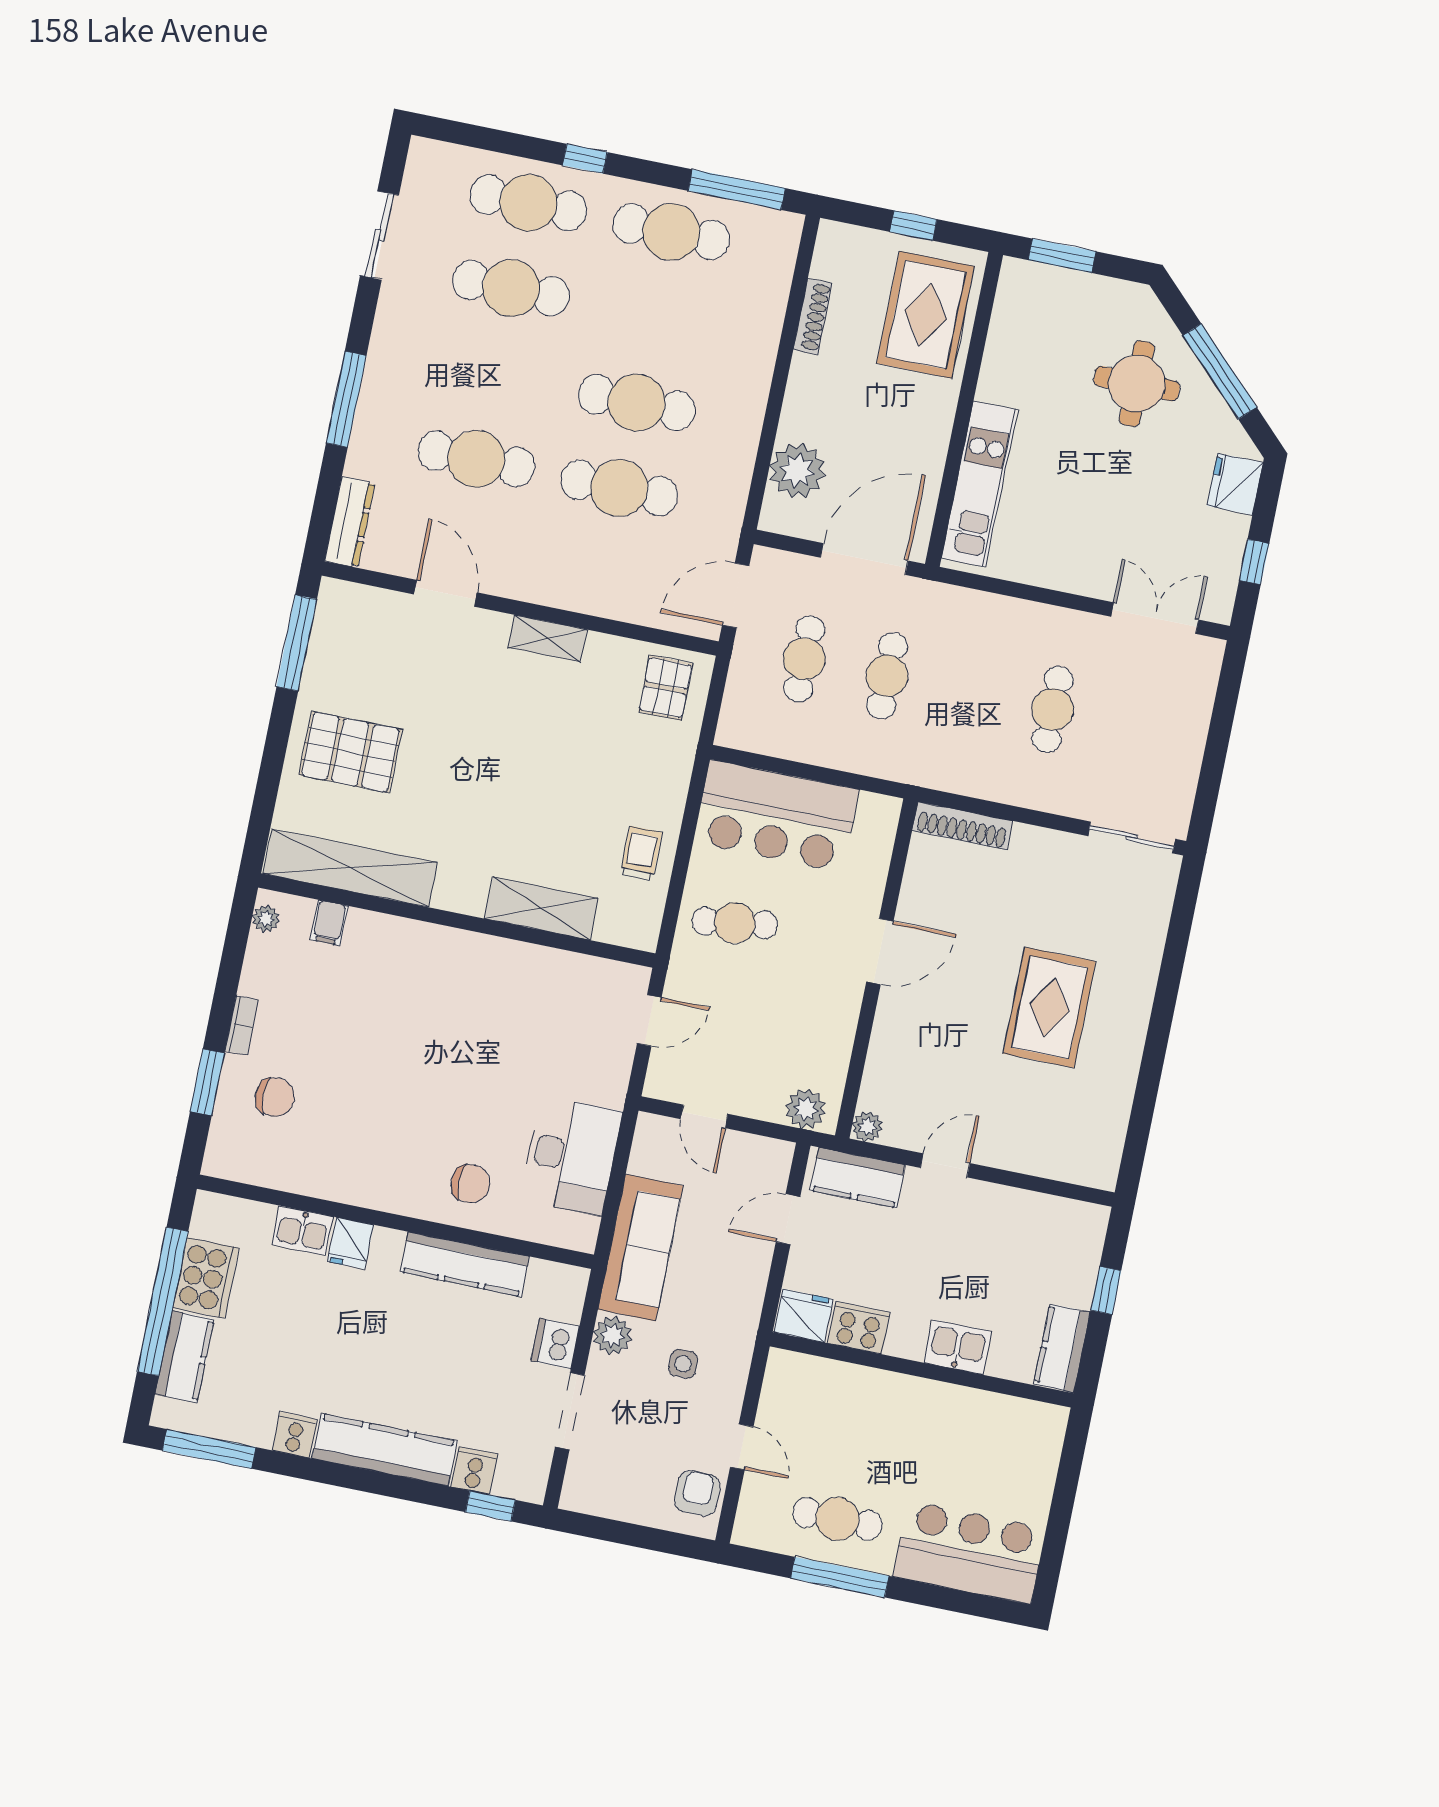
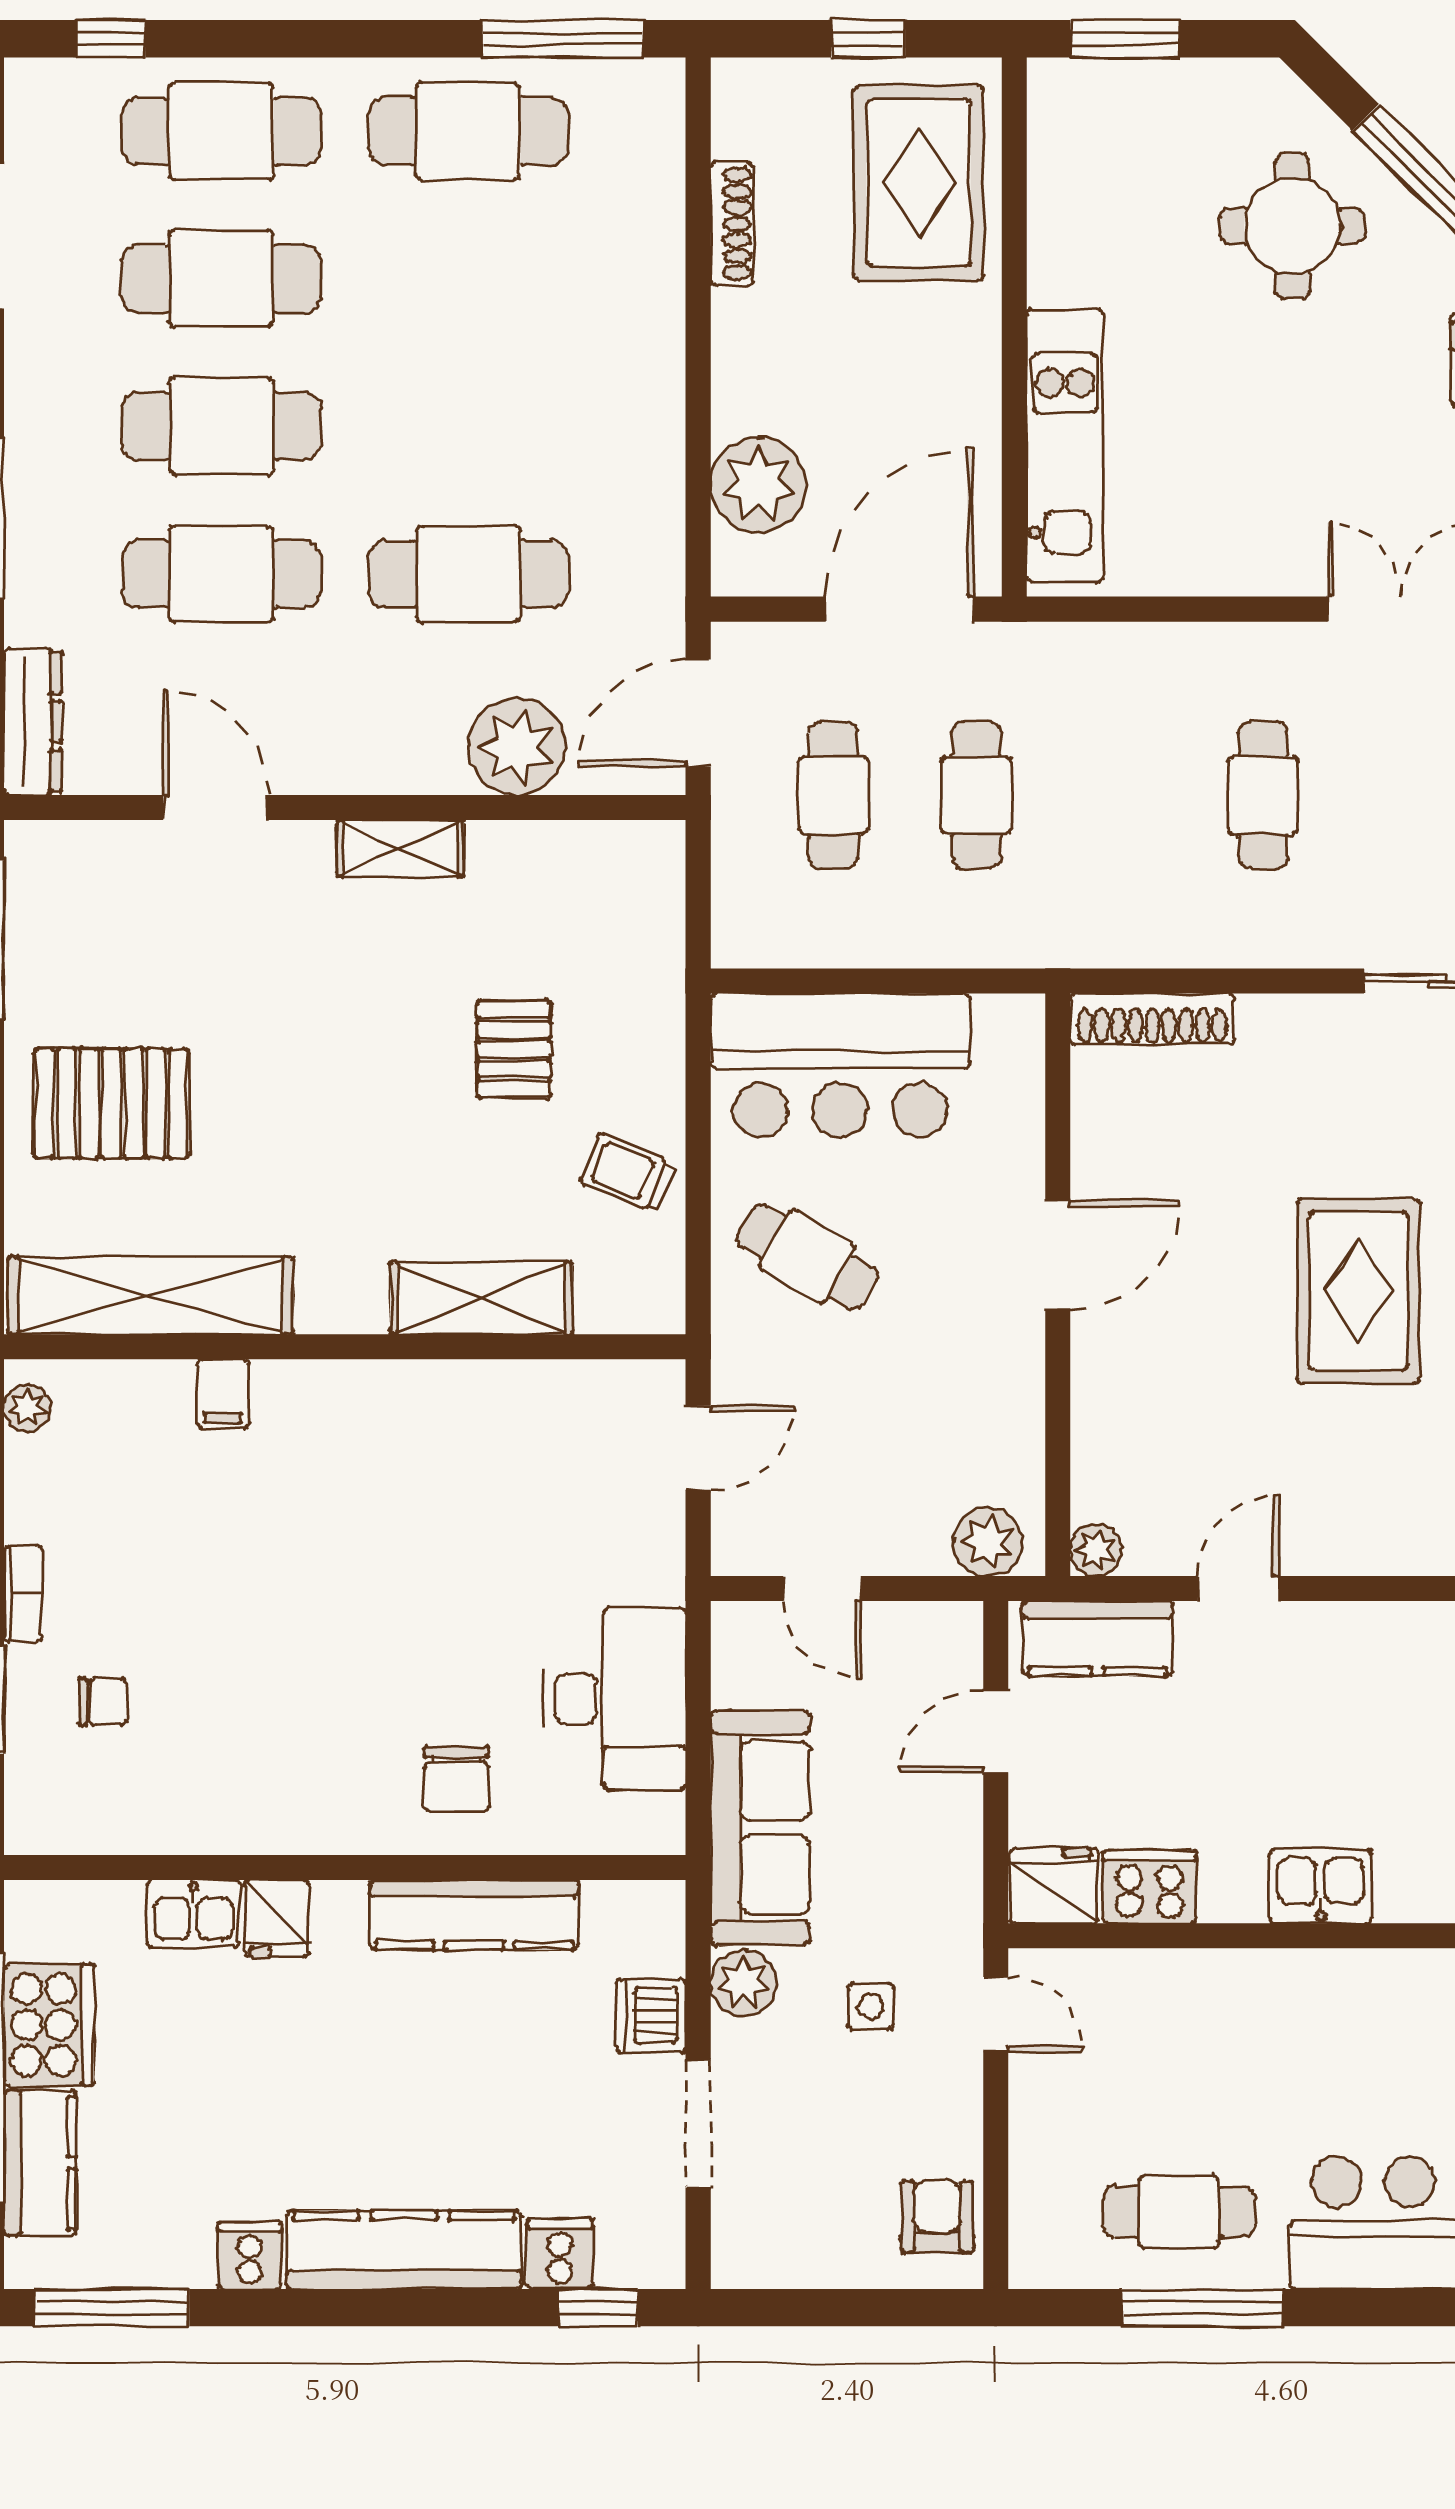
window: (585, 159) -> (110, 39), moved
cafe table: (637, 403) -> (221, 426), moved
plant: (627, 594) -> (517, 747), added
pallet: (666, 688) -> (514, 1049), moved
trolley: (641, 853) -> (628, 1173), turned -68
filing cabinet: (329, 923) -> (223, 1394), moved
cafe table: (735, 923) -> (807, 1257), turned 38
chair: (275, 1097) -> (102, 1702), width x0.73, depth x0.73
chair: (471, 1184) -> (457, 1779), turned 90
door: (742, 1447) -> (996, 2014), moved

